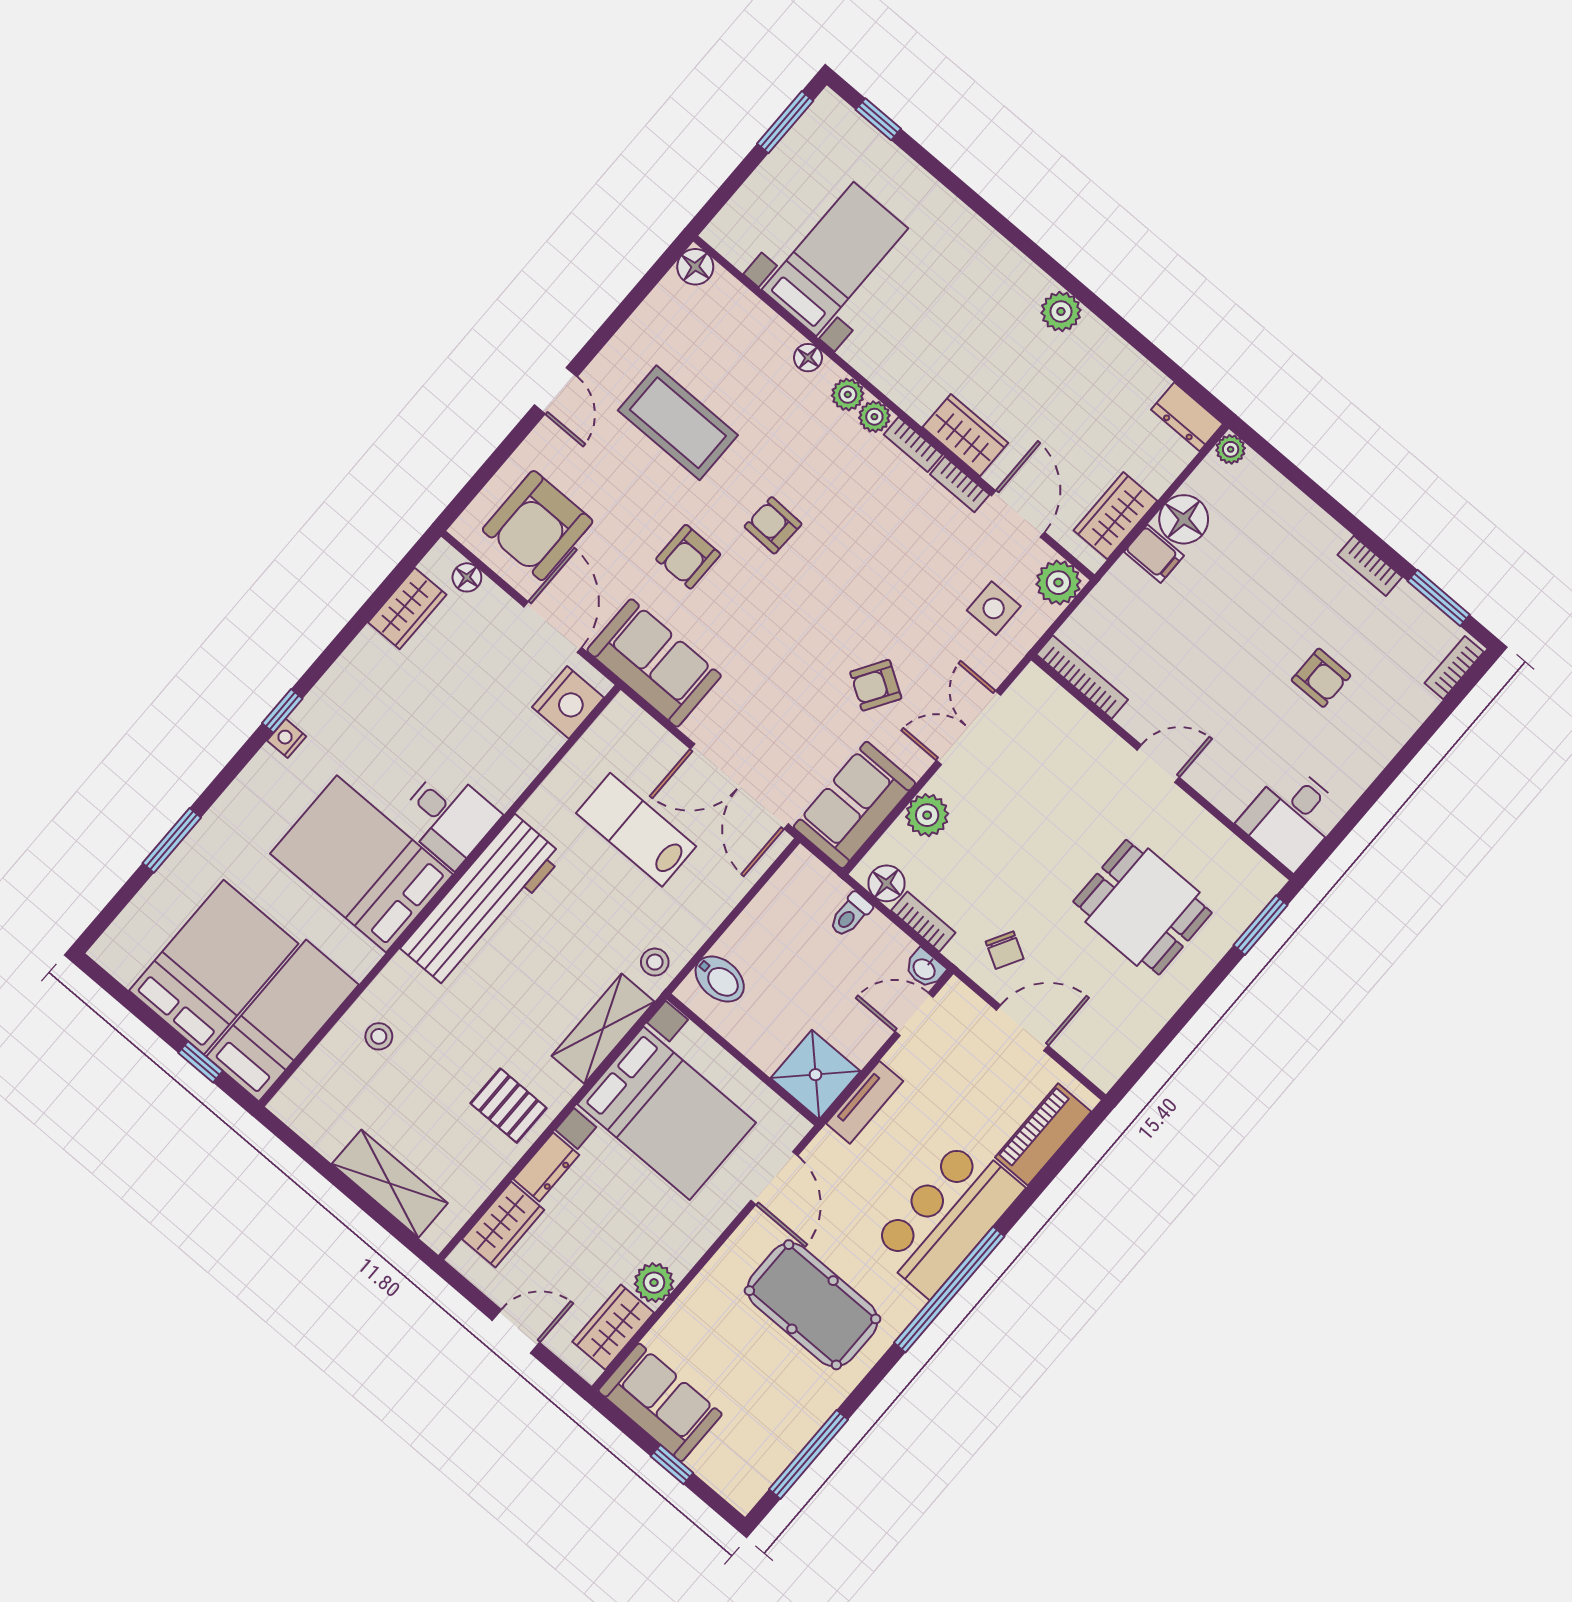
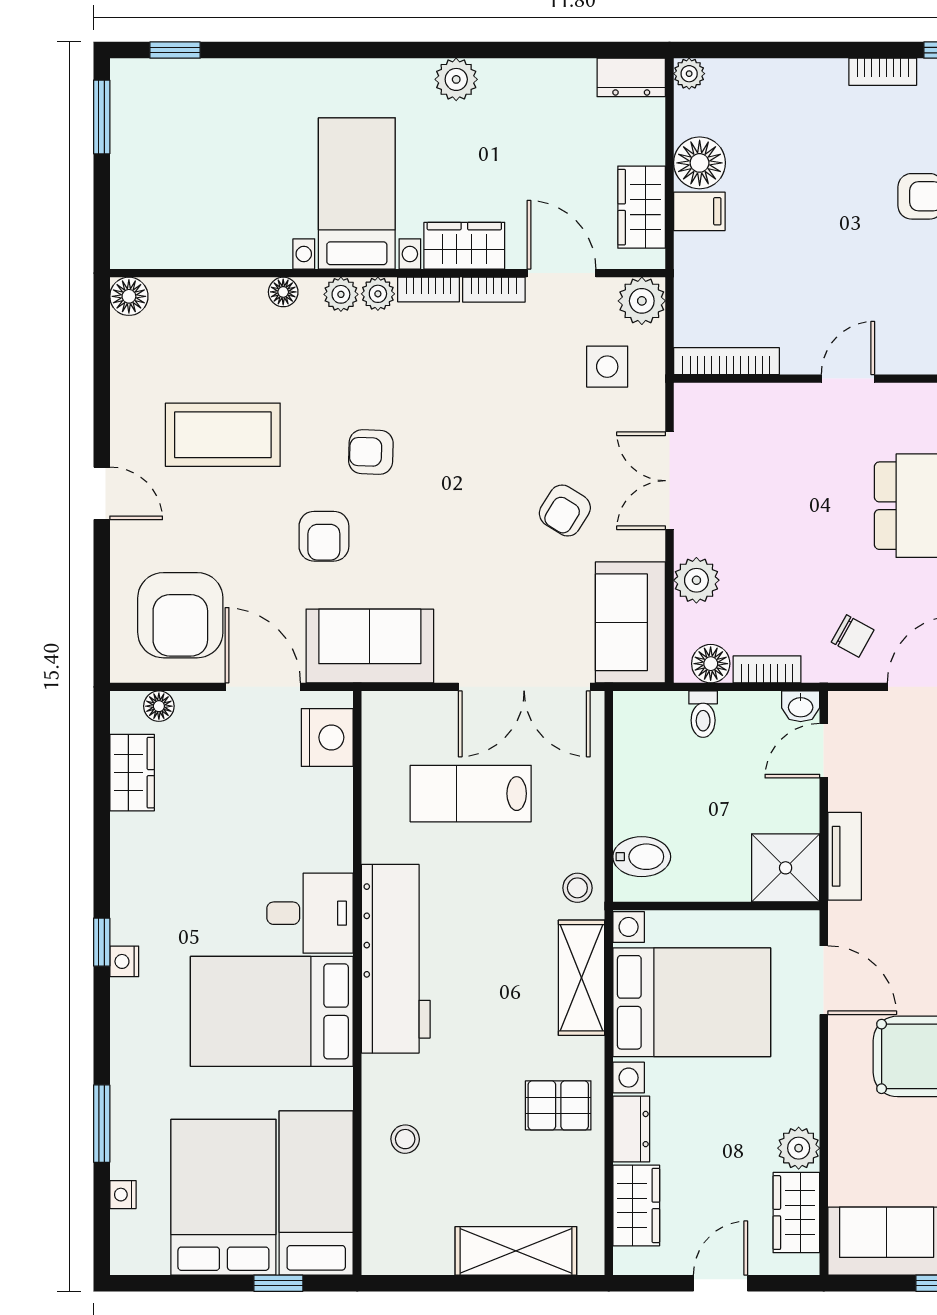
bed with nightstands: (835, 259) -> (357, 193), moved
nightstand: (144, 904) -> (123, 1195), added

